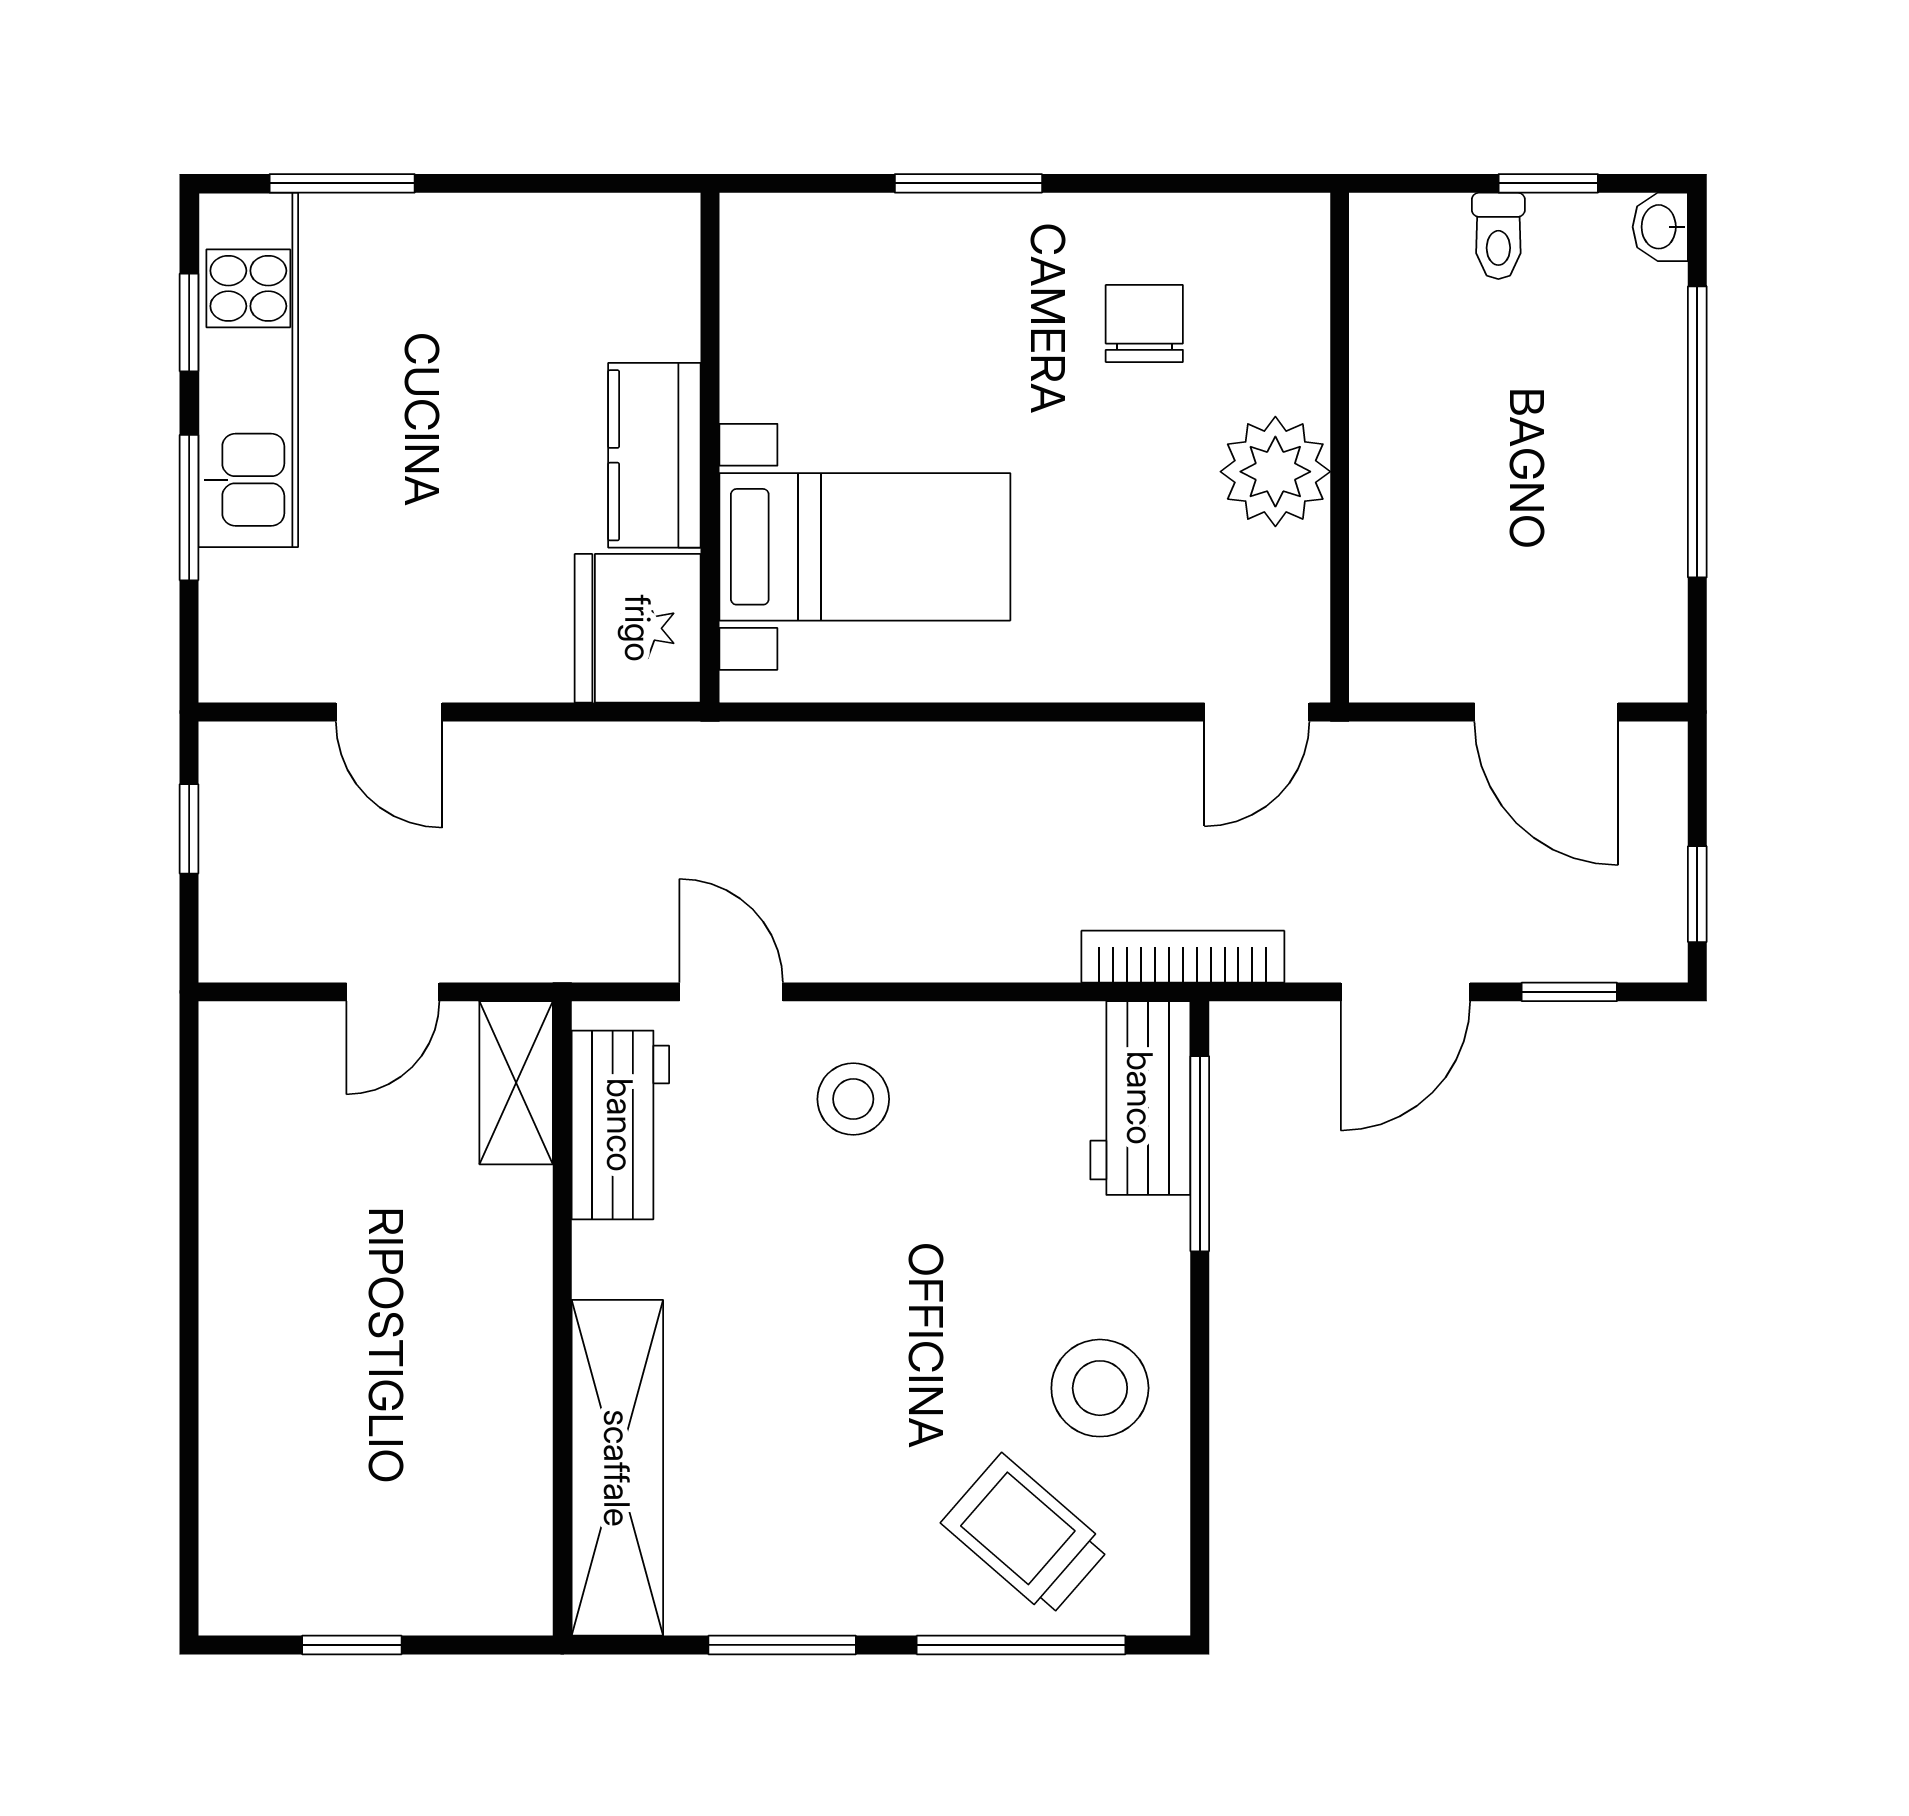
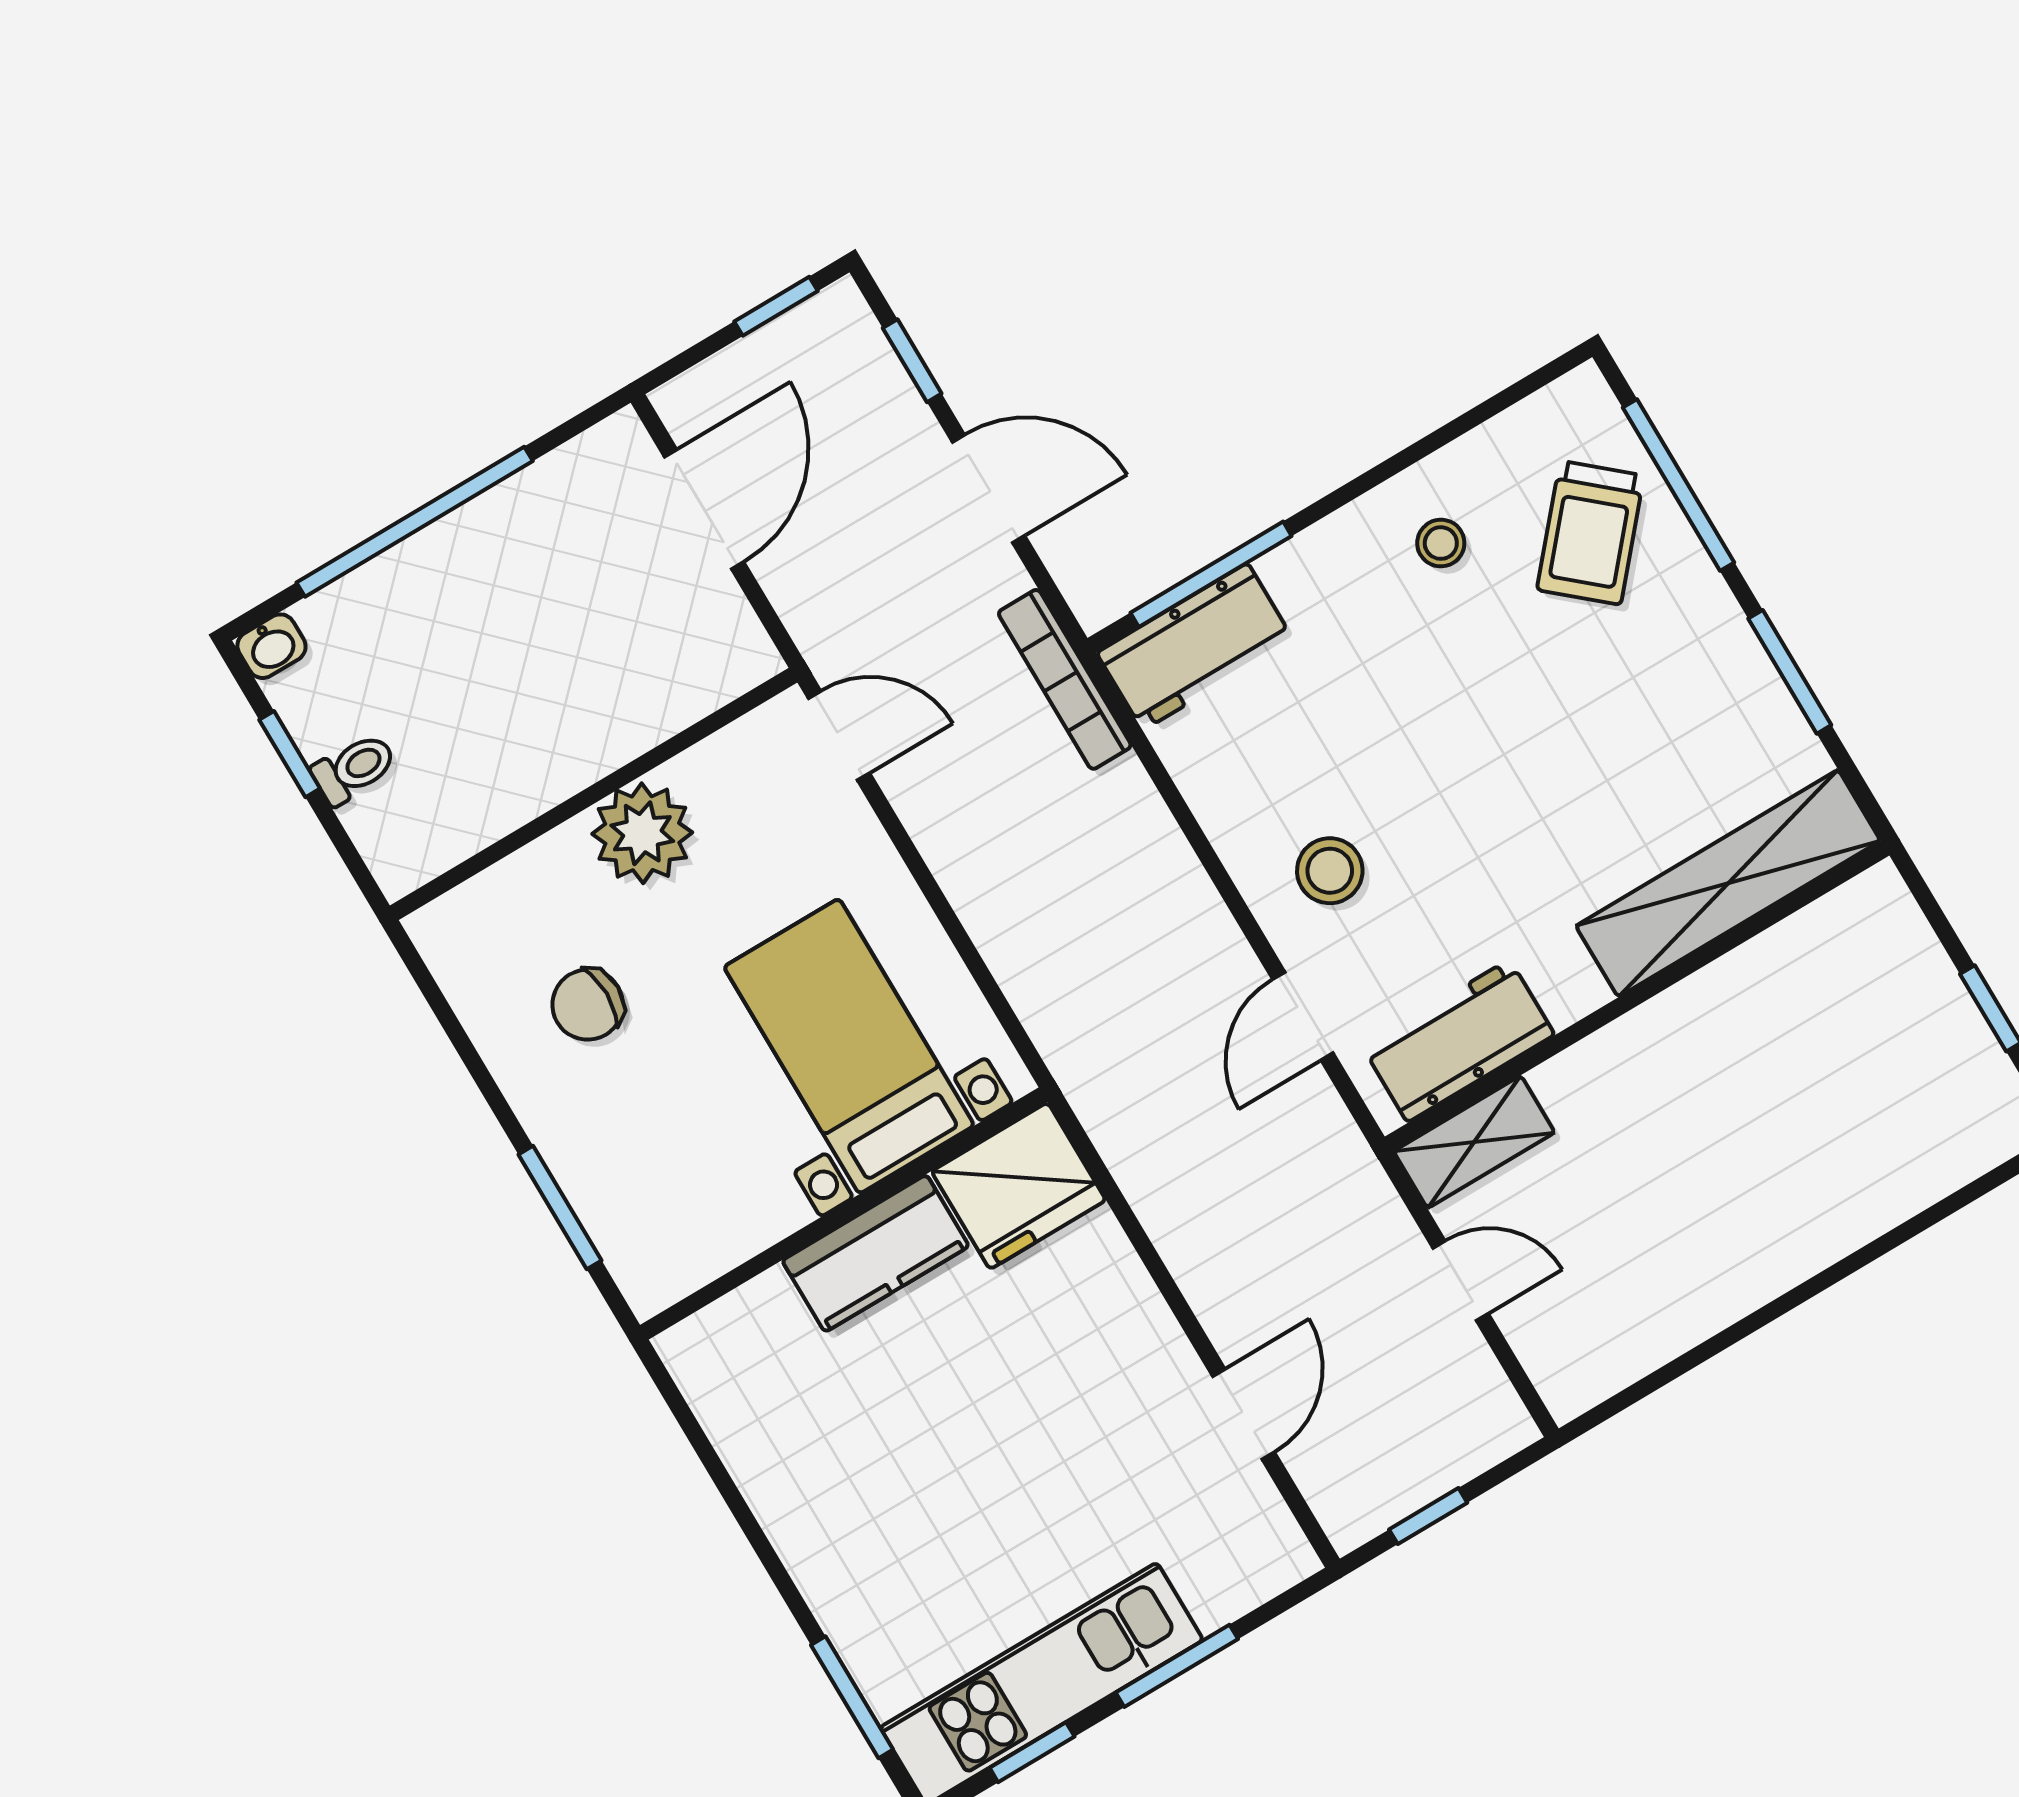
wall: (710, 448) -> (844, 1213), moved
kitchen counter: (654, 455) -> (876, 1253), moved
bed with nightstands: (865, 547) -> (849, 1046), moved
fridge: (638, 628) -> (1019, 1186), moved
stool: (1100, 1388) -> (1441, 543), width x0.53, depth x0.53

